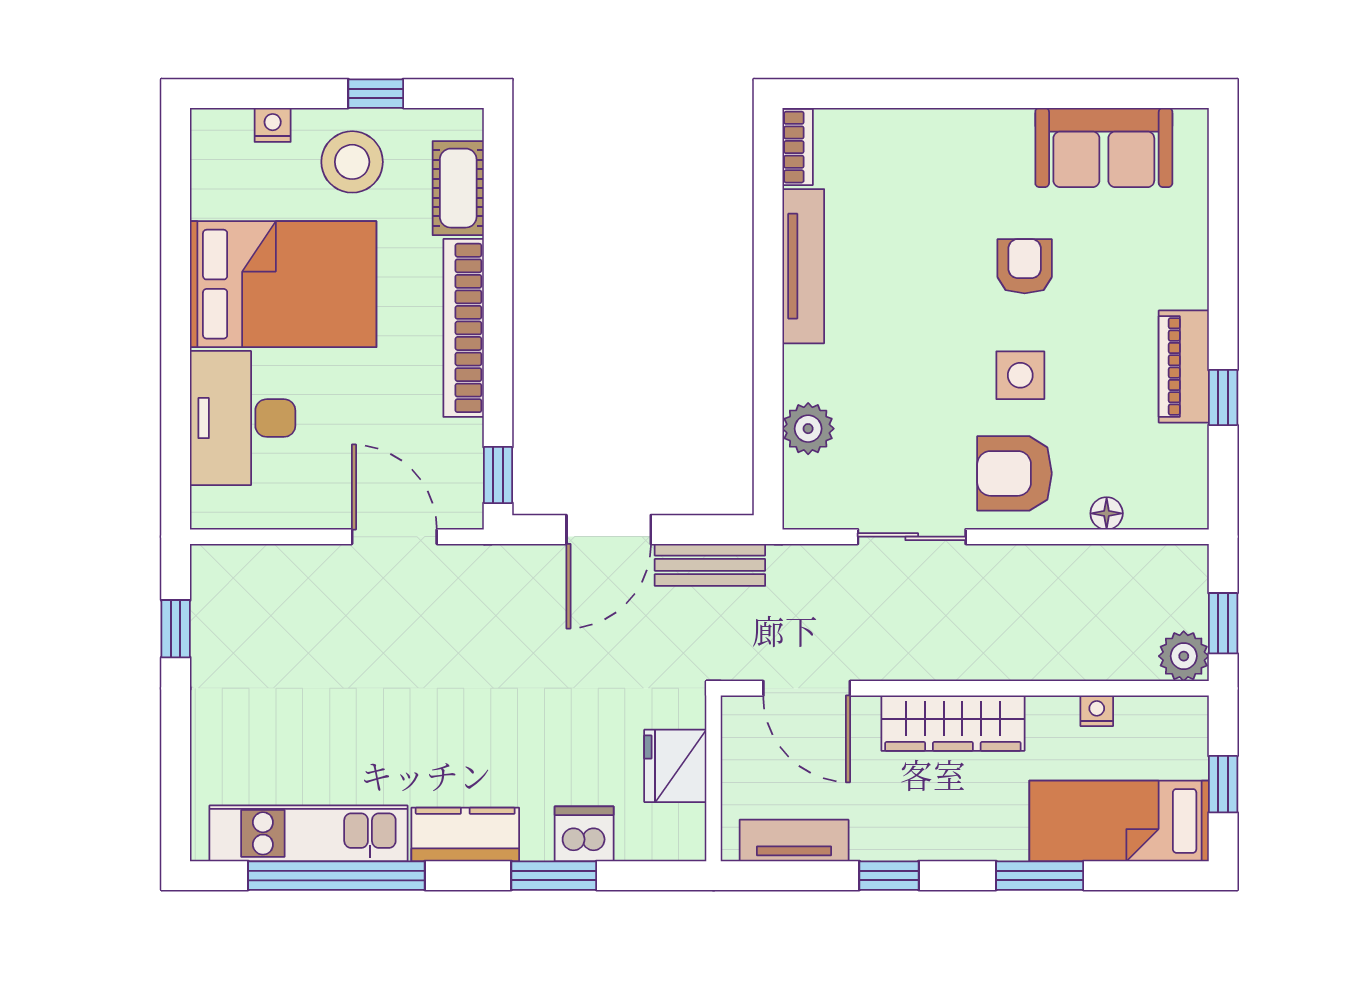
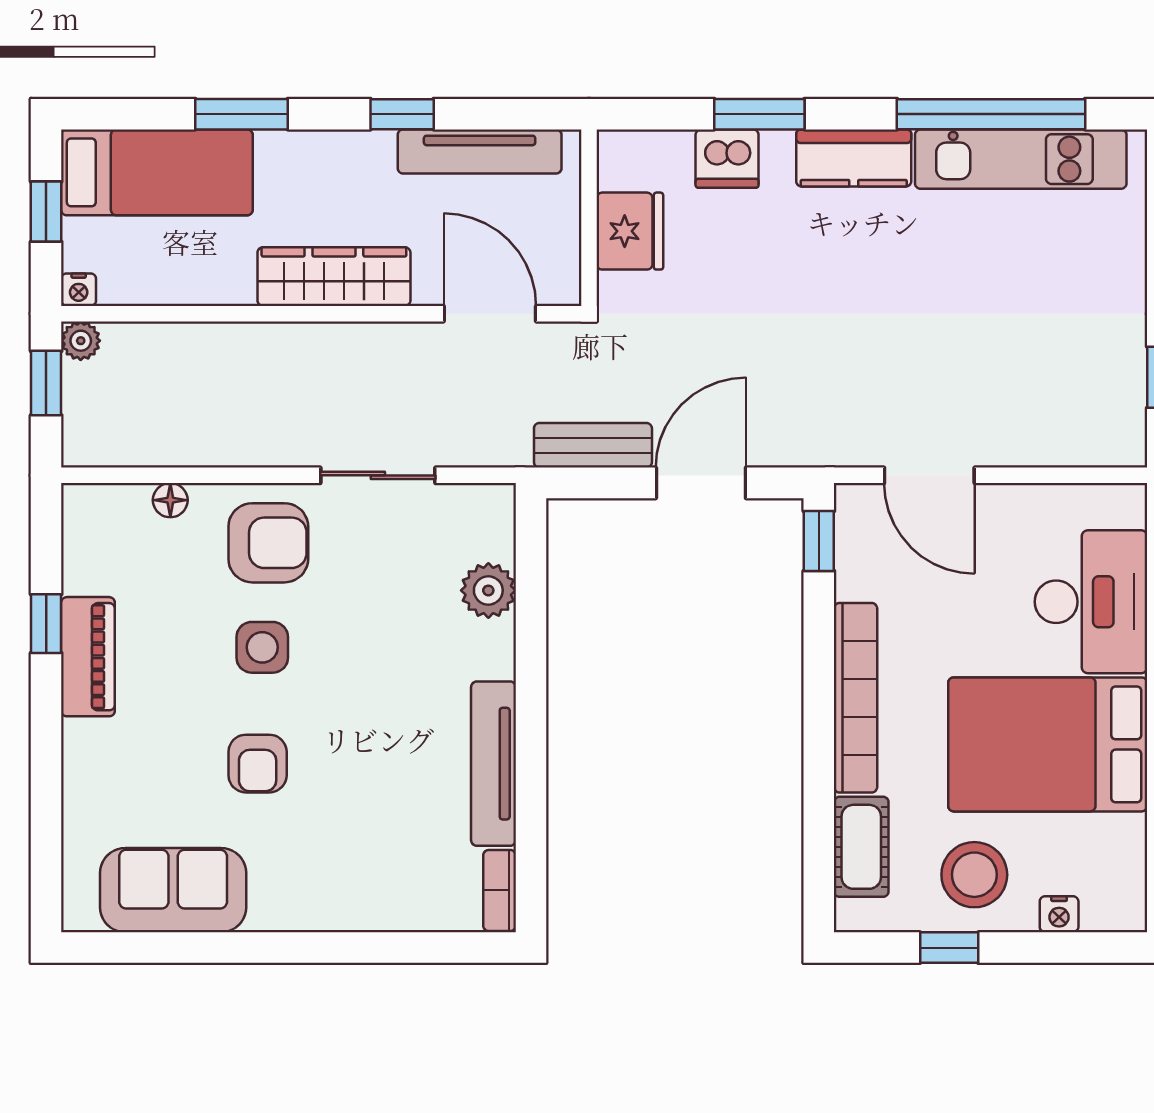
plant: (1184, 656) -> (81, 341), width x0.73, depth x0.73
nightstand: (1097, 711) -> (79, 290), moved
tv unit: (794, 841) -> (480, 152), width x1.41

